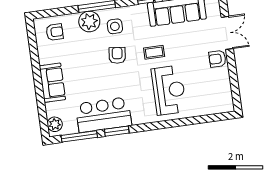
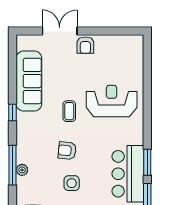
plant: (89, 21) -> (22, 170), width x0.53, depth x0.53
side table: (115, 26) -> (72, 183), moved

